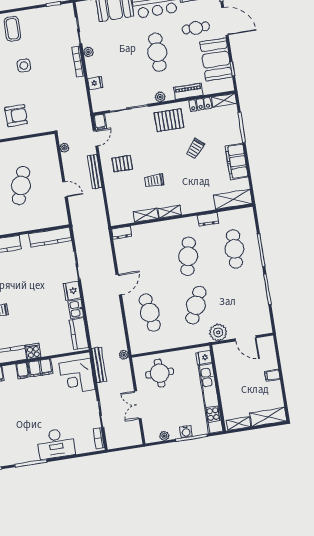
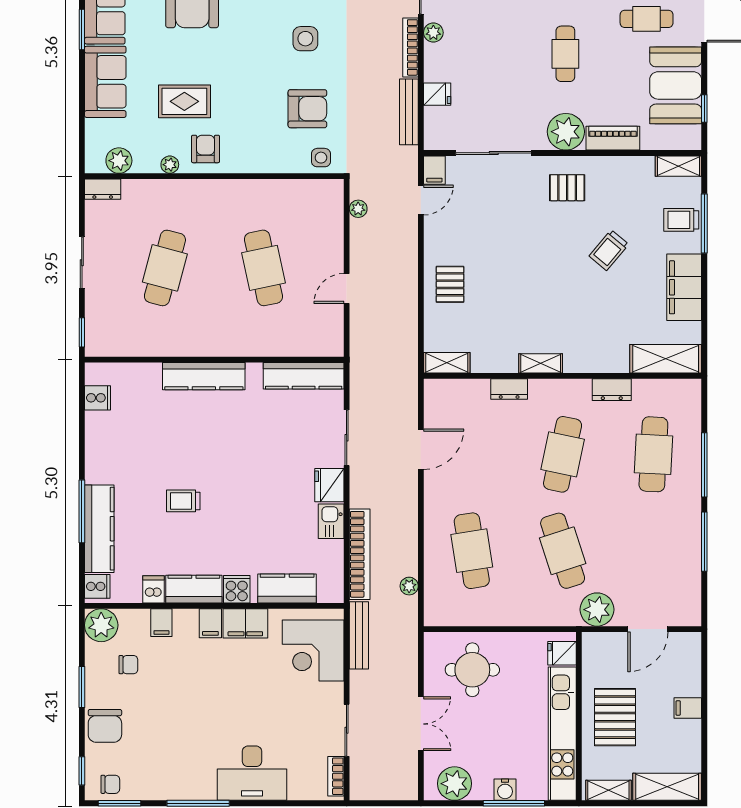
cafe table: (157, 52) -> (565, 54), width x0.73, depth x0.74
plant: (160, 97) -> (566, 132), width x1.88, depth x1.88
locker: (200, 104) -> (632, 167), removed
armchair: (16, 116) -> (307, 109), moved
pallet: (169, 120) -> (567, 188), width x0.67, depth x0.71
side table: (41, 125) -> (321, 158), added
pallet: (122, 164) -> (450, 284), moved, turned 90
bench: (95, 172) -> (409, 112), moved
trolley: (154, 181) -> (681, 220), moved
cafe table: (21, 186) -> (264, 268), turned -30
door: (65, 189) -> (347, 289), swing flipped
shelving: (146, 215) -> (447, 363), moved
dresser: (122, 233) -> (509, 389), moved
door: (119, 285) -> (421, 449), moved
cafe table: (196, 305) -> (563, 551), turned -42
bookcase: (93, 323) -> (360, 554), added
kitchen counter: (79, 334) -> (287, 589), moved, turned 90
door: (246, 338) -> (648, 629), hinge flipped
plant: (124, 355) -> (409, 586), moved
pallet: (236, 386) -> (615, 717), added
double door: (138, 405) -> (421, 724), swing flipped
plant: (164, 436) -> (455, 784), width x1.88, depth x1.88

